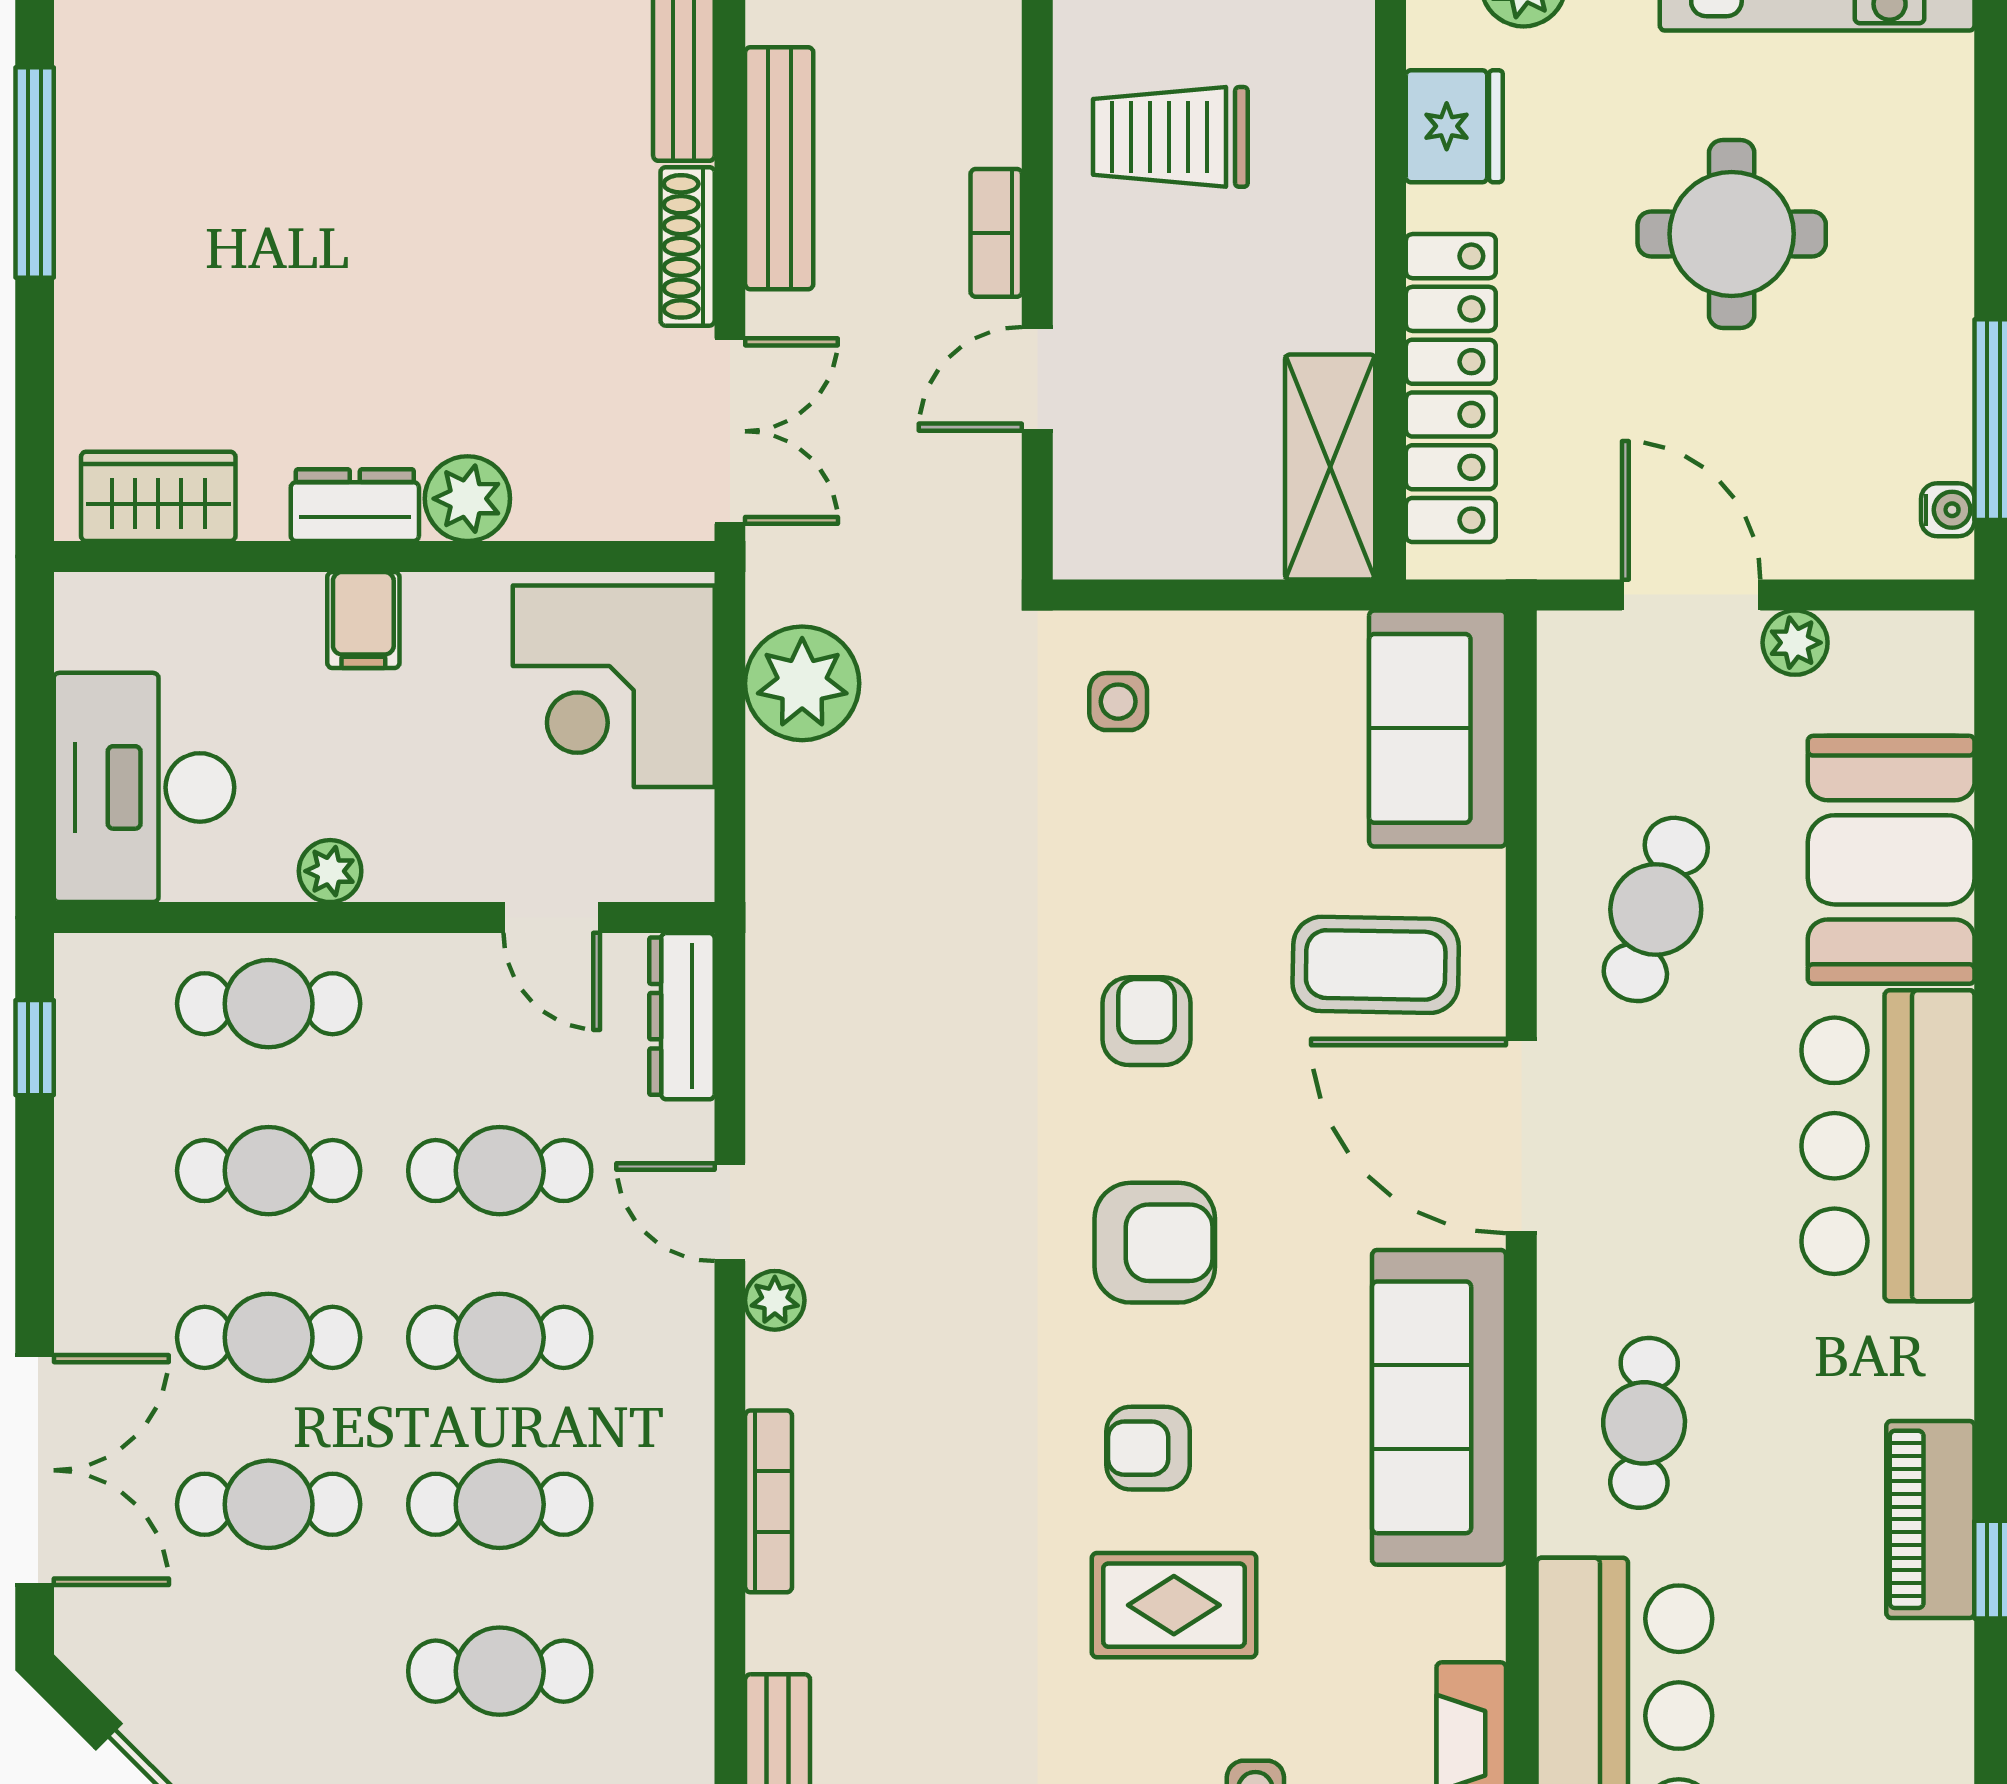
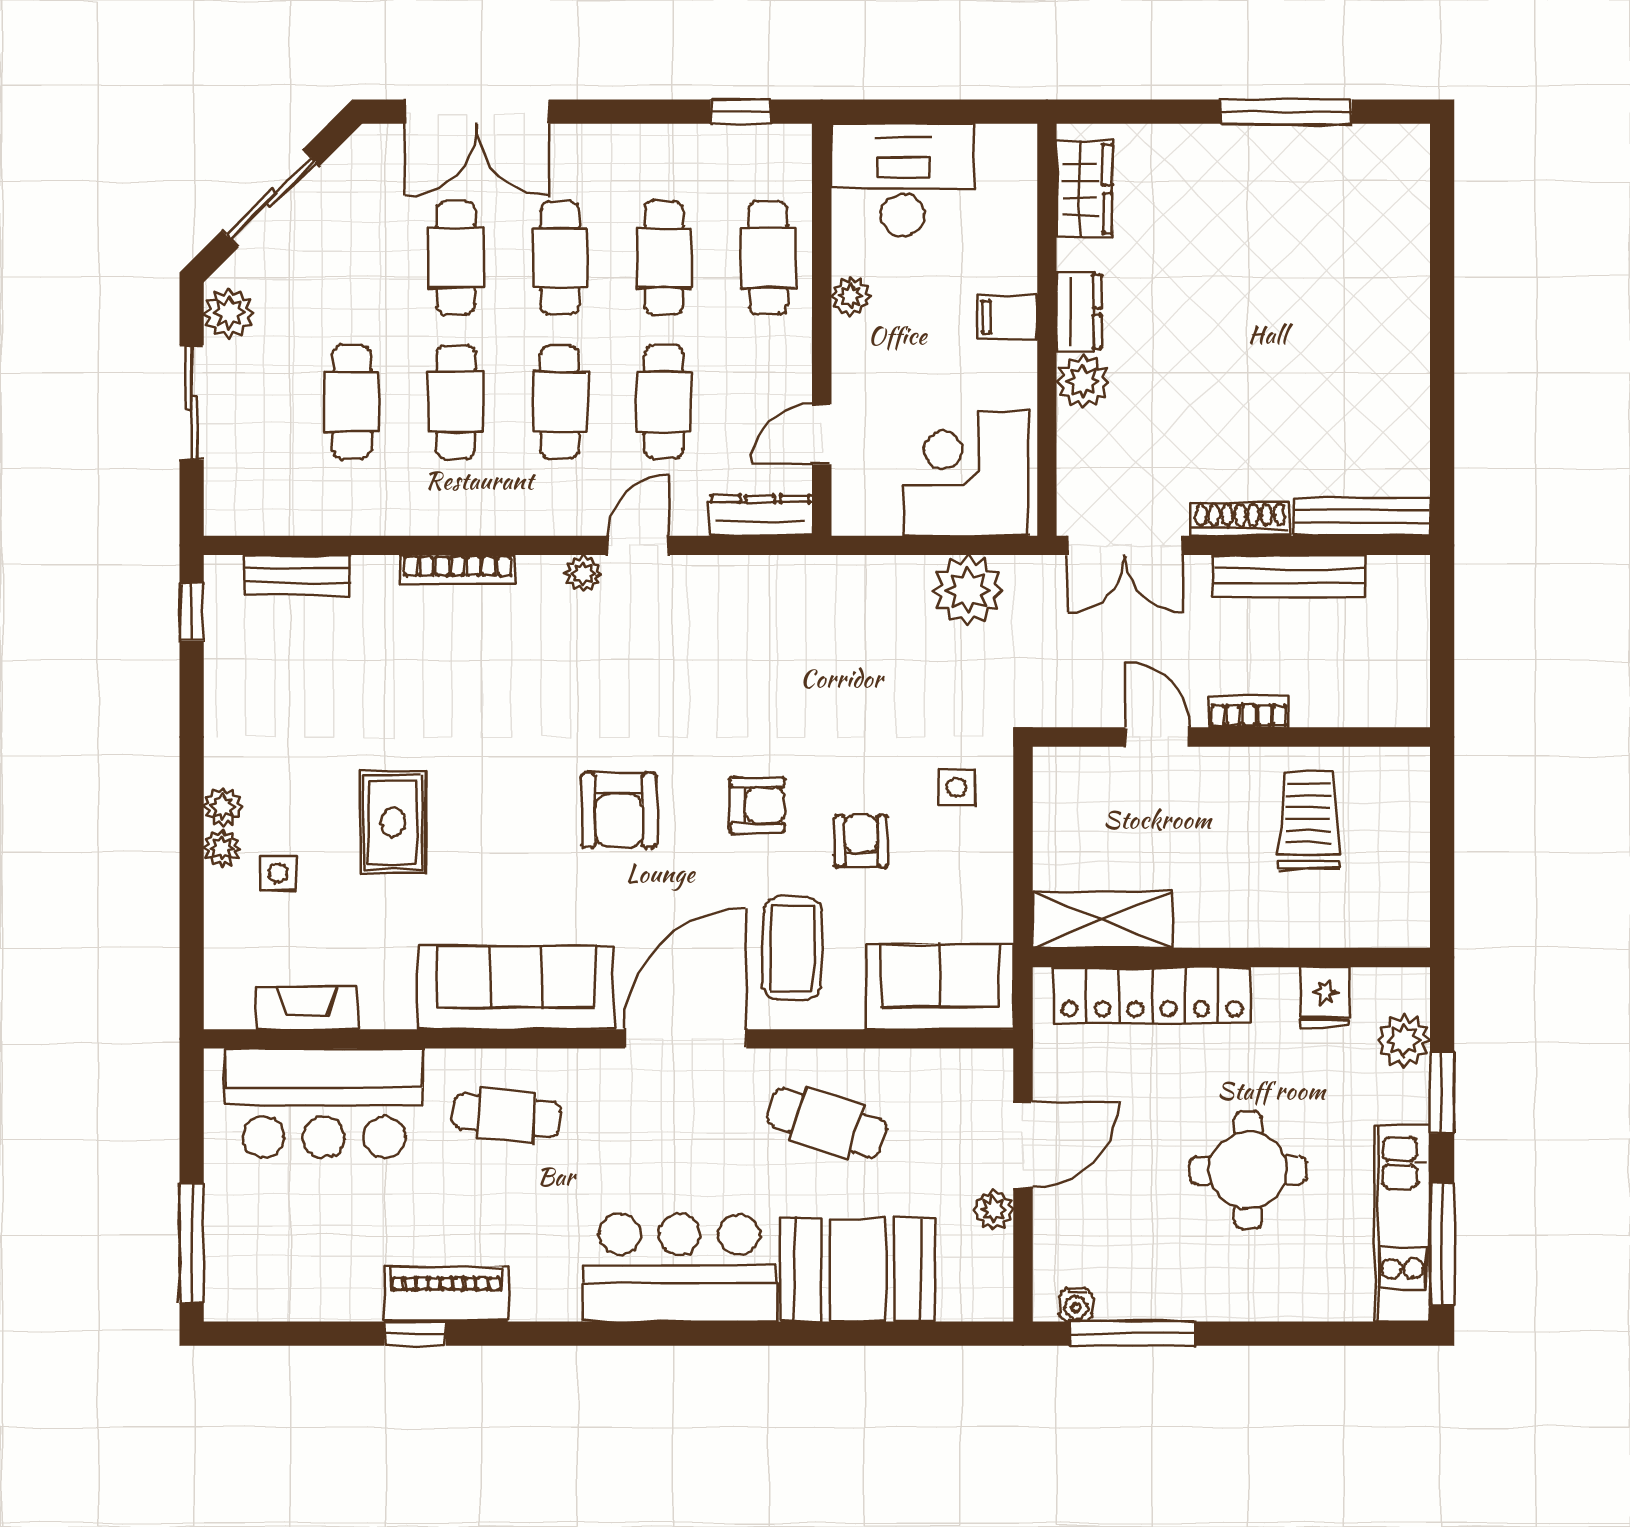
fridge: (1454, 126) -> (1325, 997), width x0.72
armchair: (1148, 1448) -> (861, 841), moved

